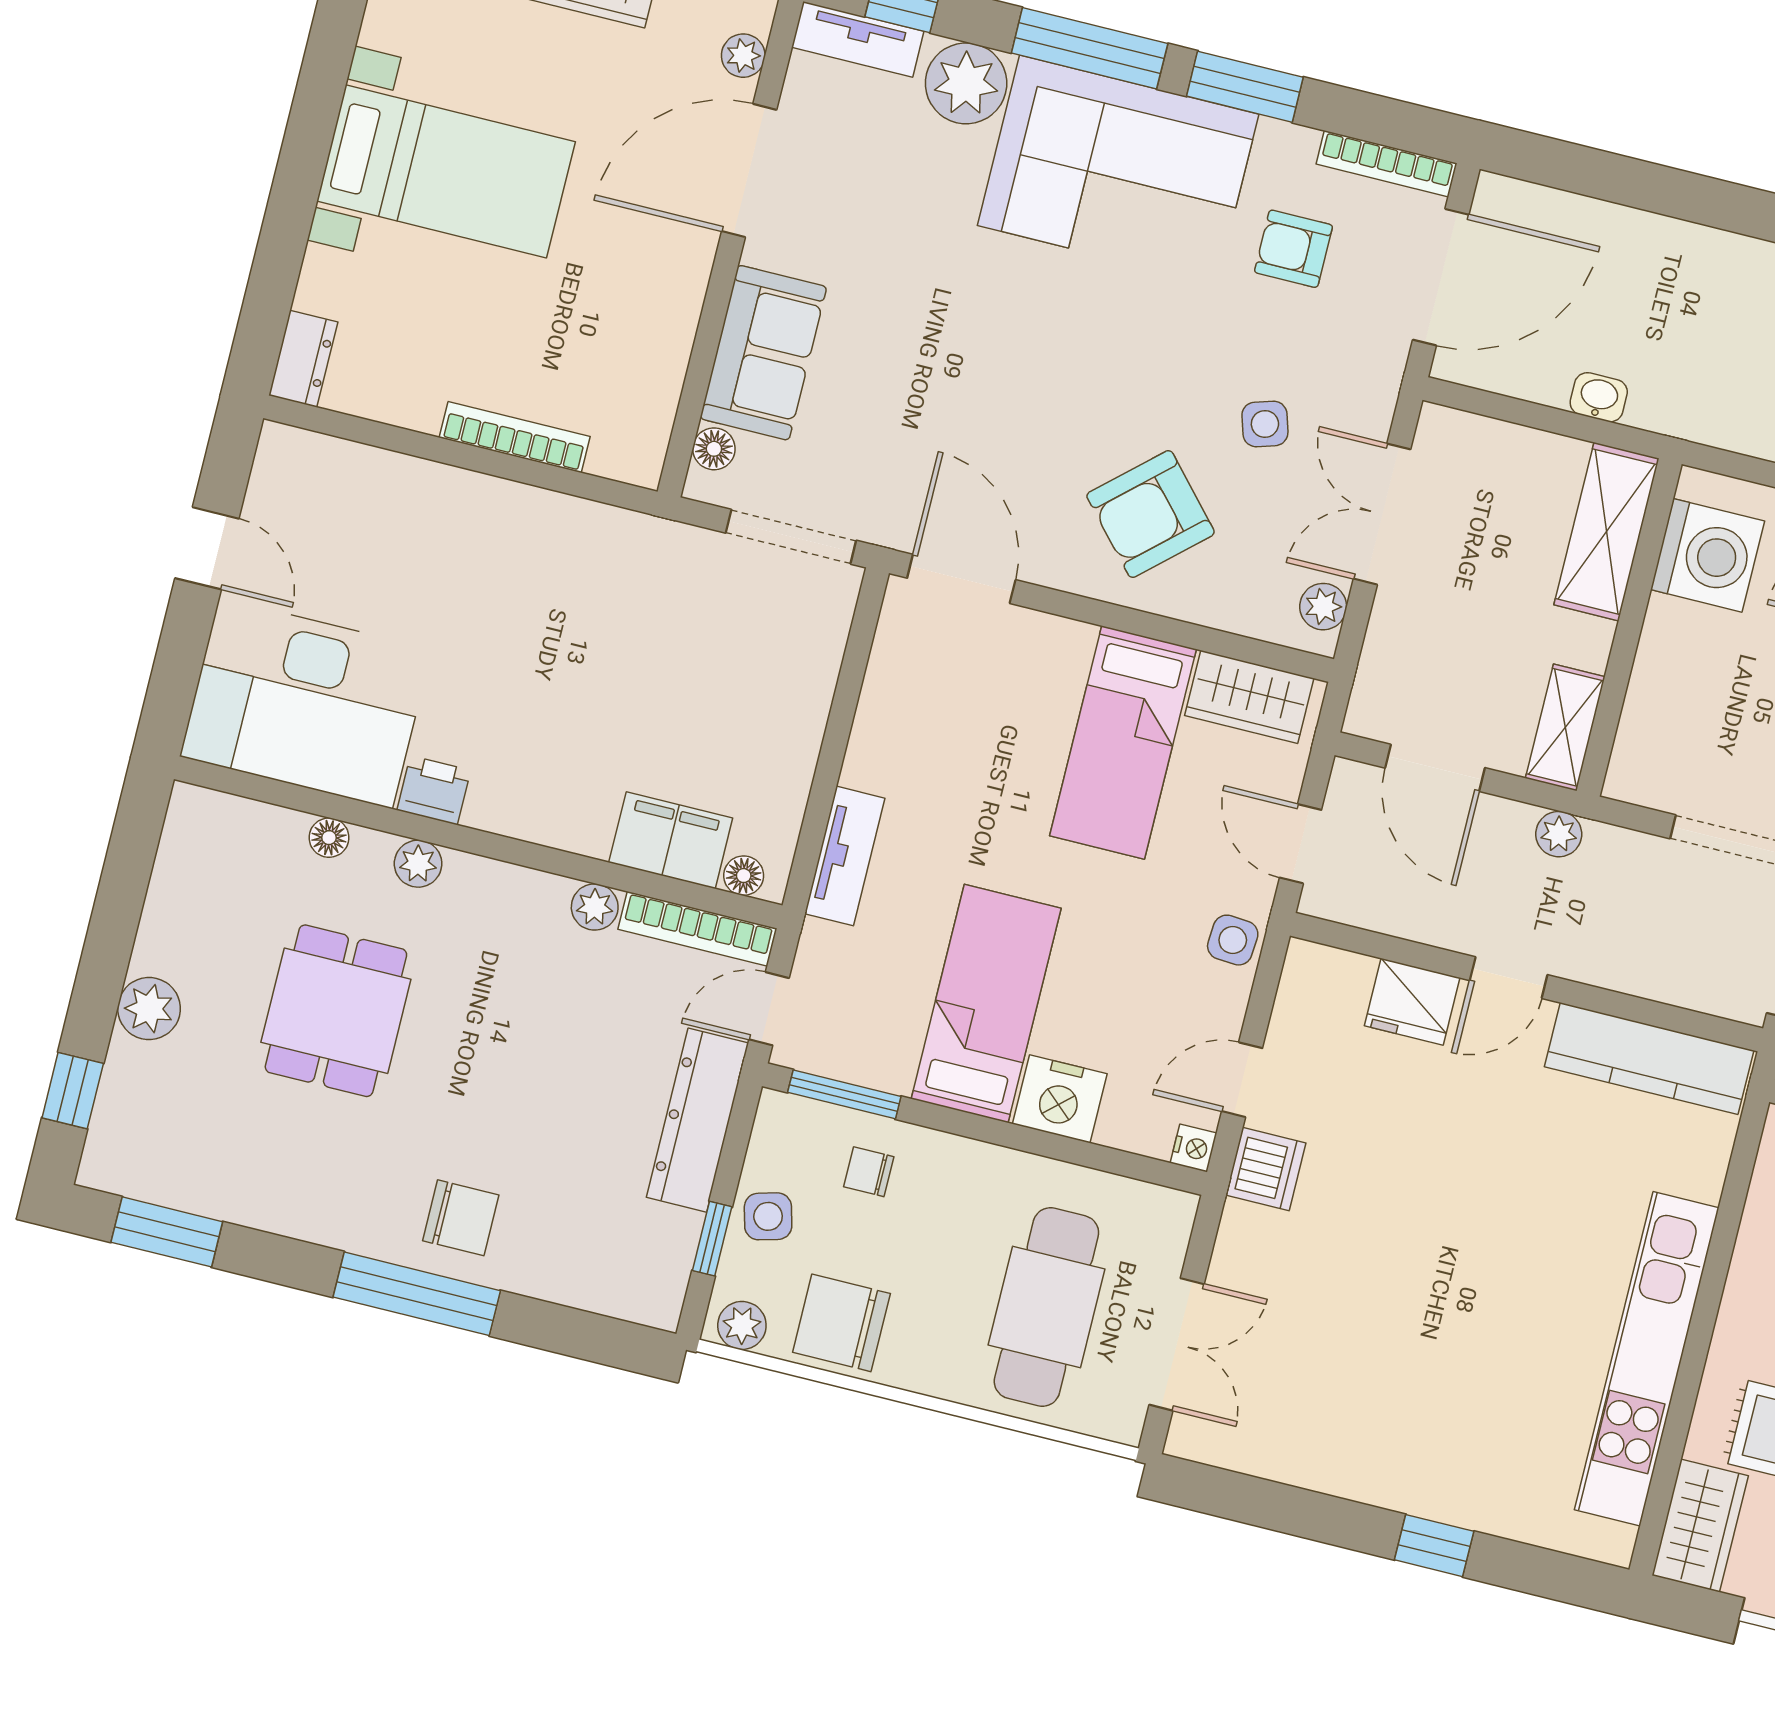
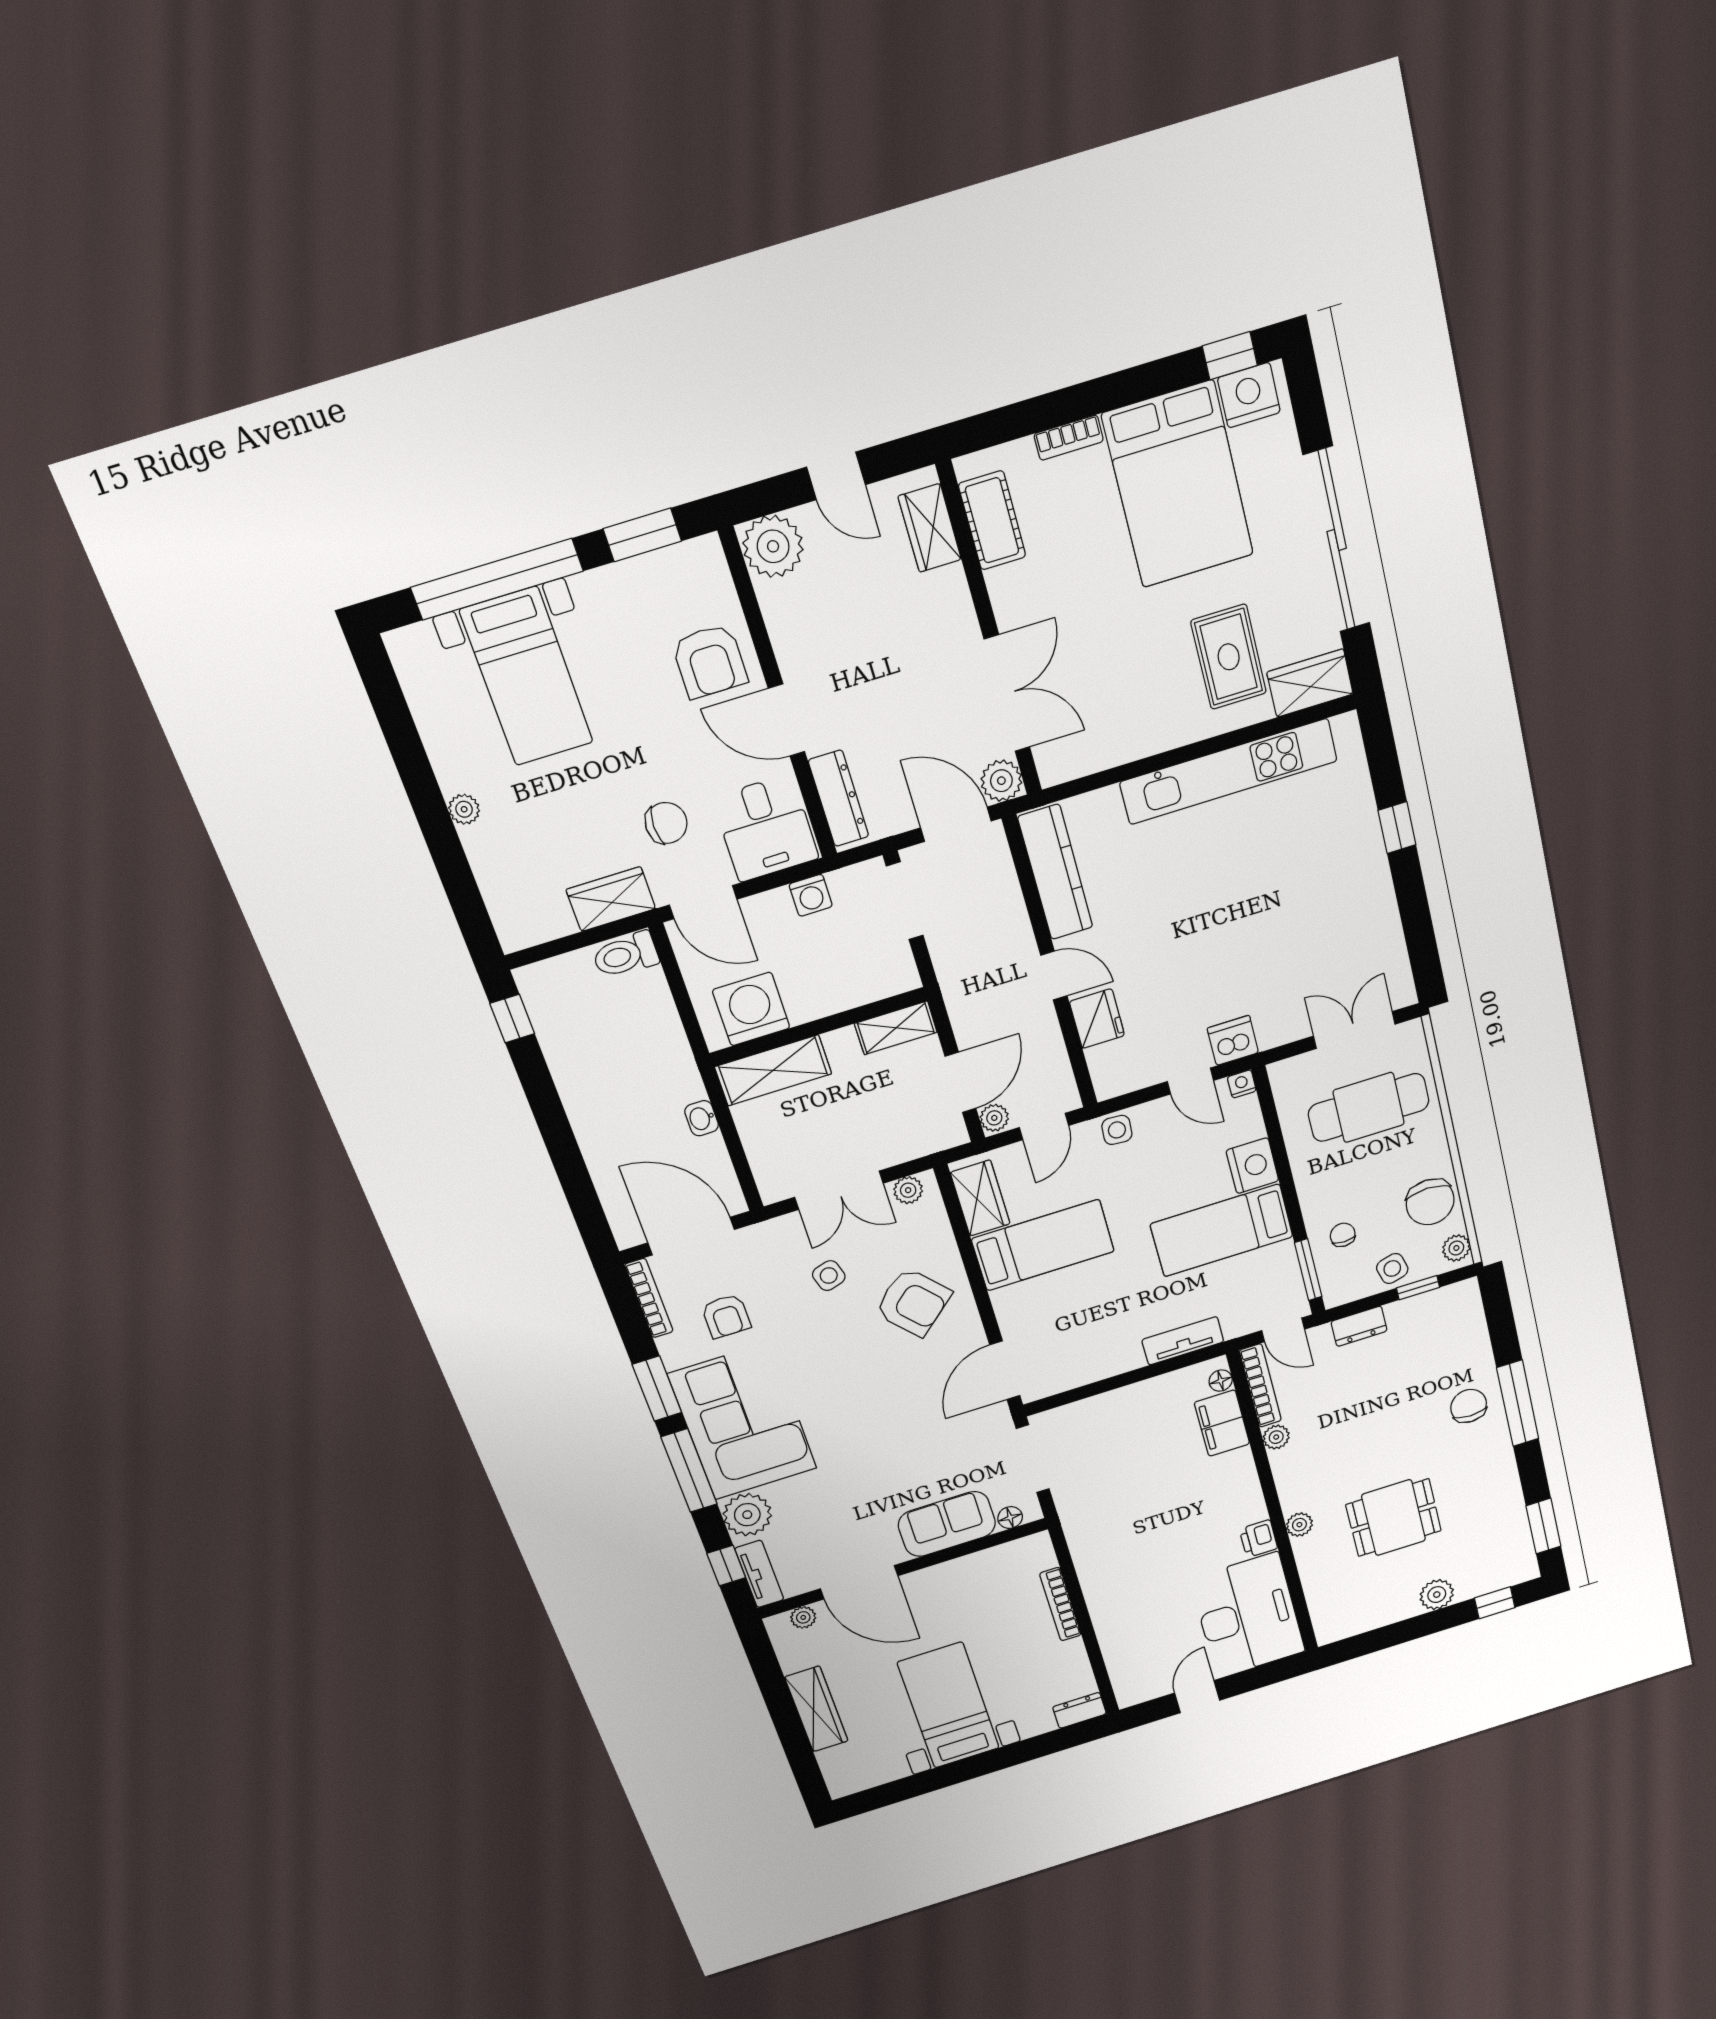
plant: (1559, 834) -> (994, 1118), moved
floor lamp: (329, 838) -> (1309, 1569), removed
dresser: (697, 1120) -> (1359, 1326), width x0.51, depth x0.80
chair: (869, 1172) -> (1343, 1235), turned 180

